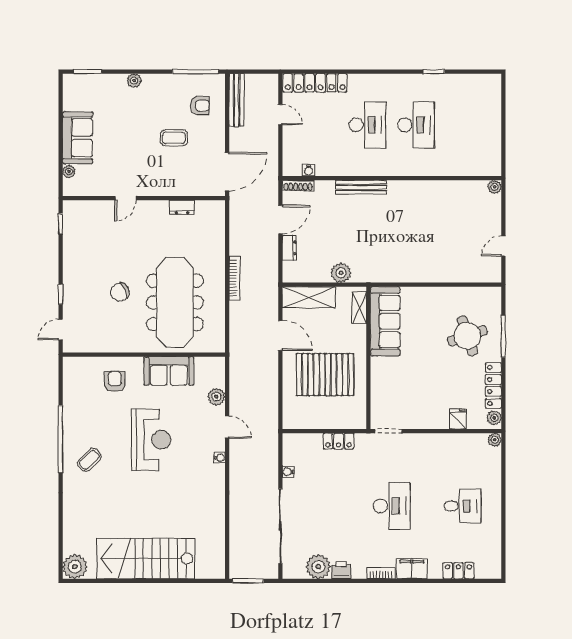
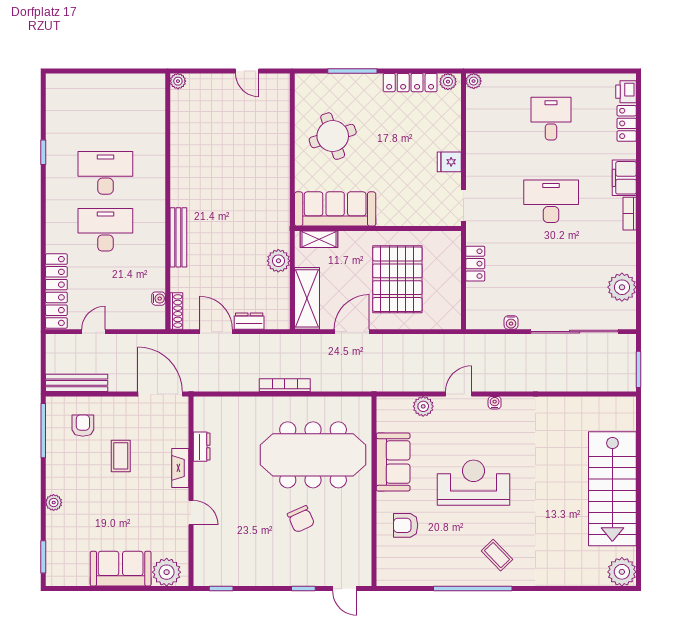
plant: (69, 172) -> (167, 572), width x1.87, depth x1.87
fireplace: (164, 189) -> (180, 468), added
round table: (467, 336) -> (333, 136), moved
fridge: (458, 419) -> (449, 162), moved
printer: (341, 570) -> (626, 92), moved

